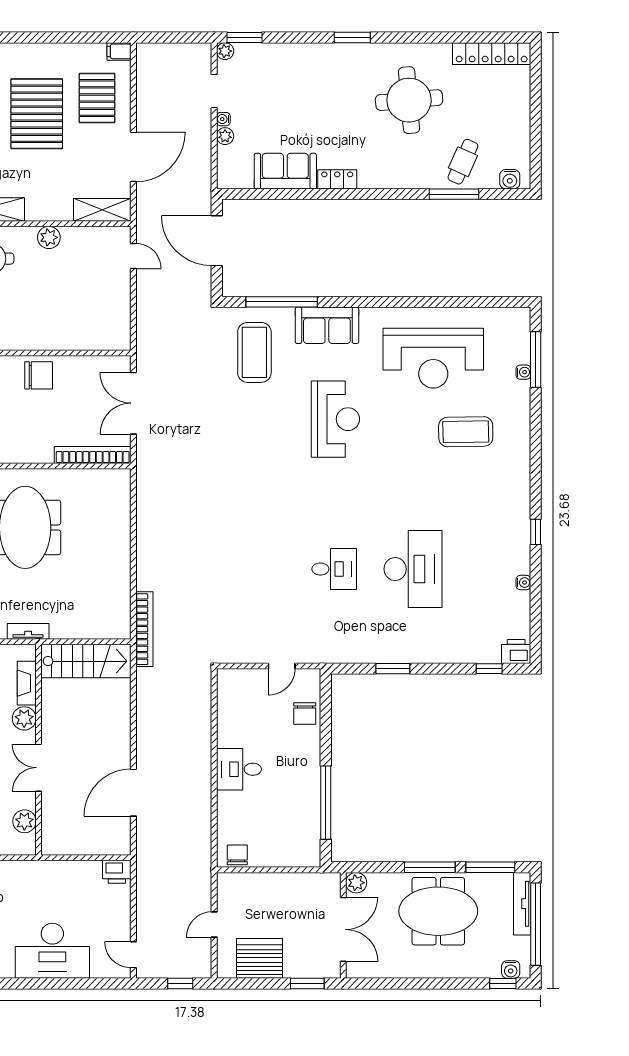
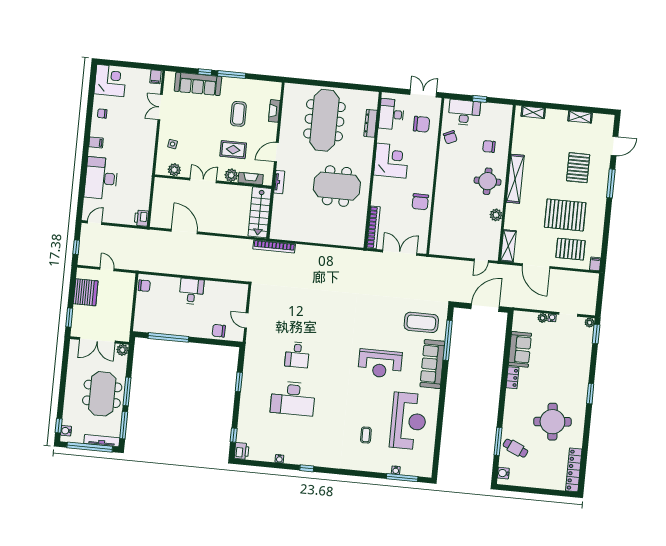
sofa: (327, 325) -> (432, 364), width x1.36
reception desk: (433, 358) -> (408, 421), turned 180
coffee table: (466, 432) -> (366, 435), width x0.54, depth x0.58

